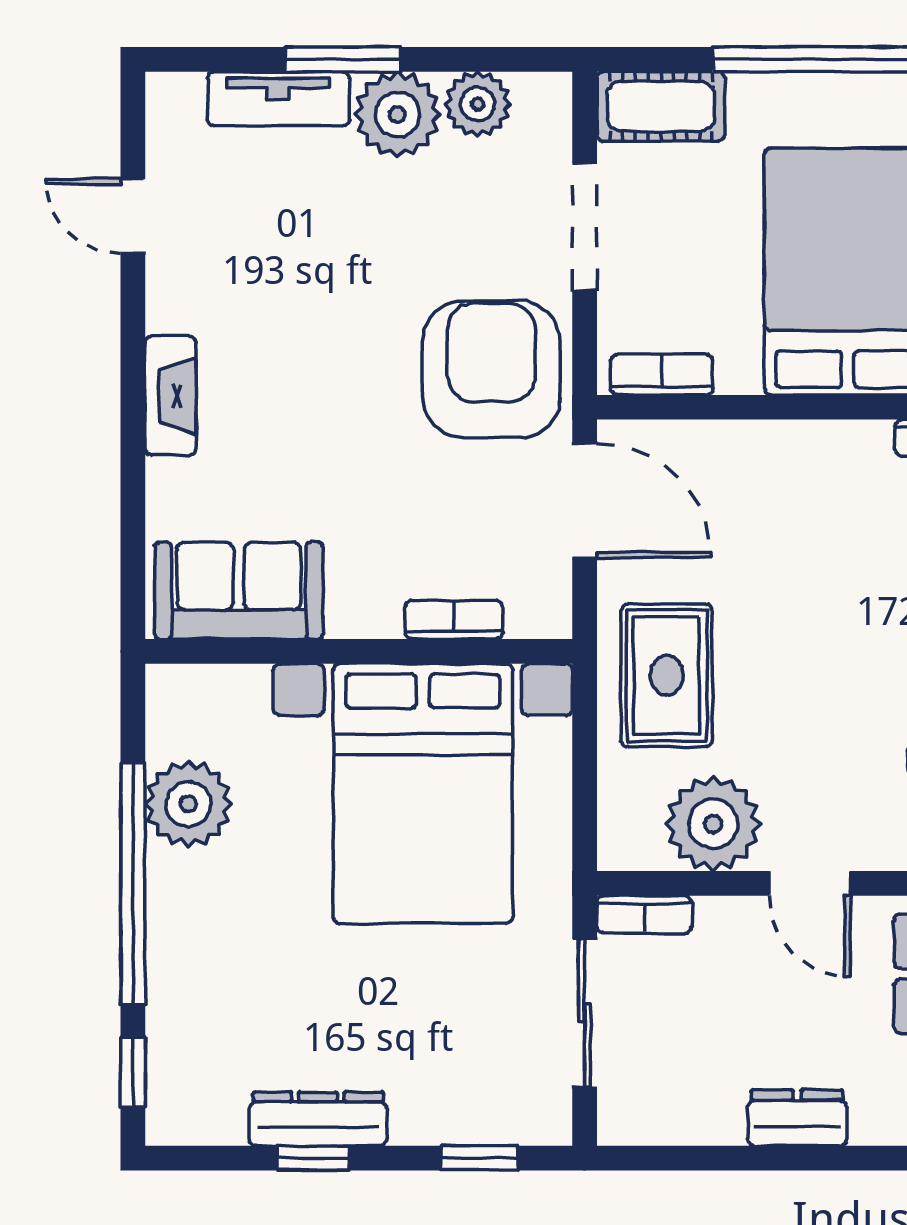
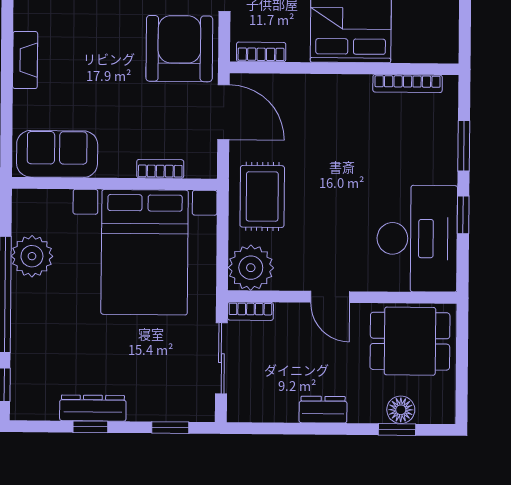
plant: (713, 824) -> (251, 268), moved

